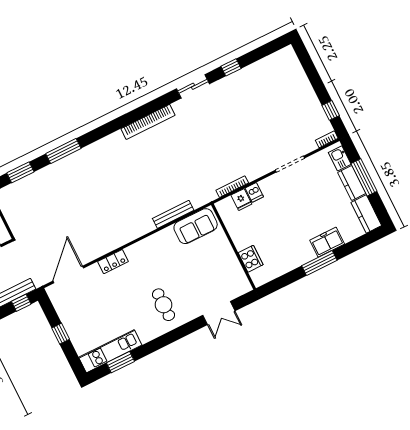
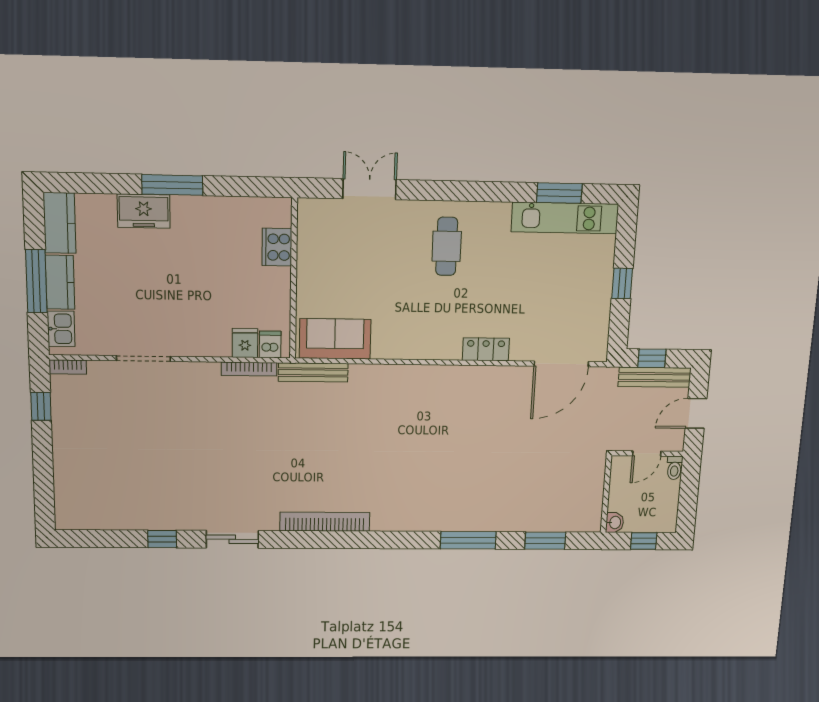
dishwasher: (254, 192) -> (270, 345), moved
bench: (173, 214) -> (313, 372), moved

